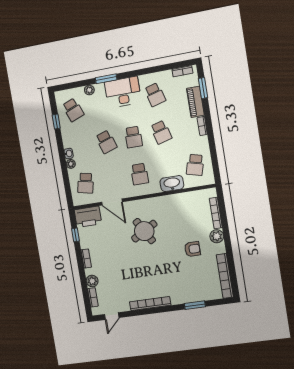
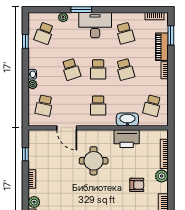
school desk: (73, 110) -> (44, 33), turned 42
printer: (88, 217) -> (127, 139), moved
round table: (144, 231) -> (94, 161), turned 30

